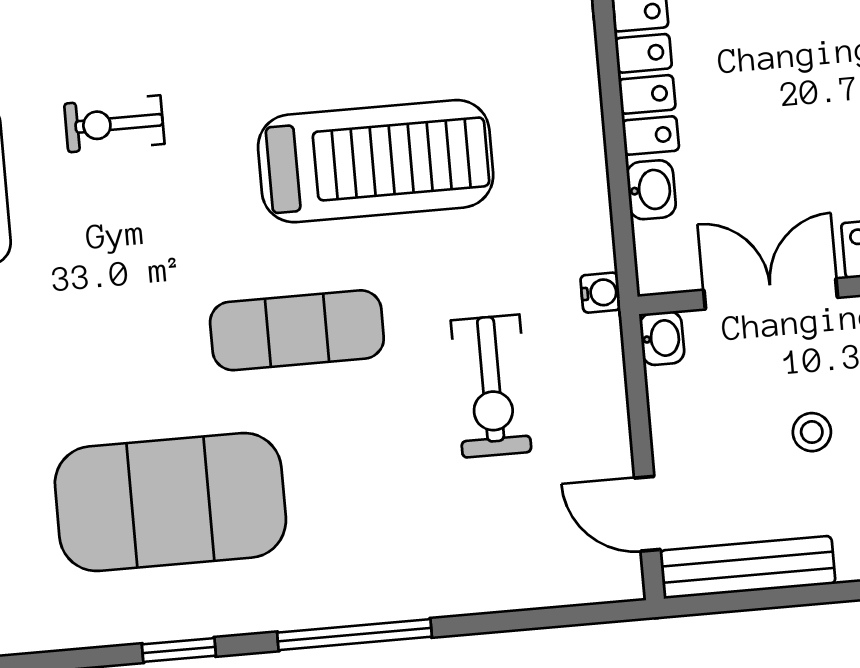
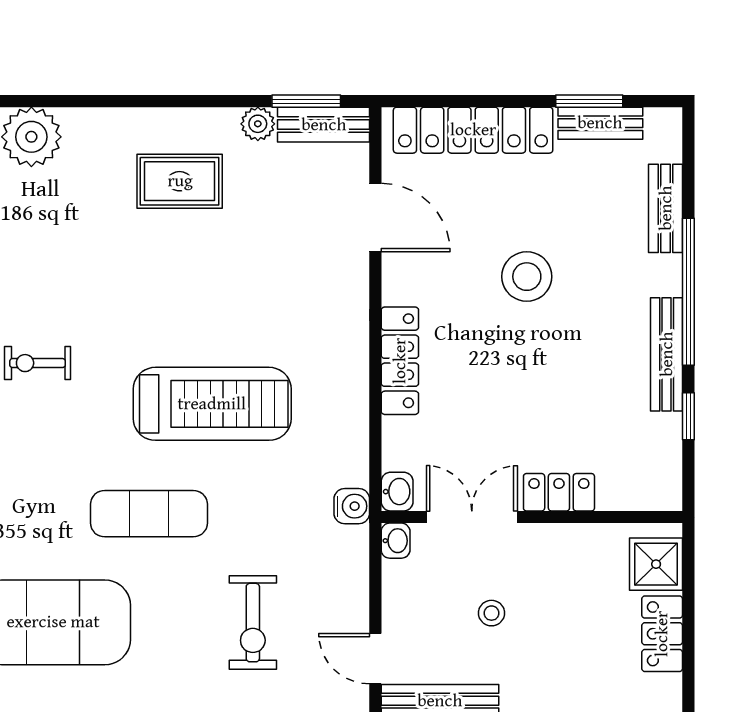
washbasin: (651, 190) -> (397, 492), moved
water cooler: (600, 293) -> (352, 506), width x1.38, depth x1.38
exercise bike: (491, 386) -> (253, 623), moved

